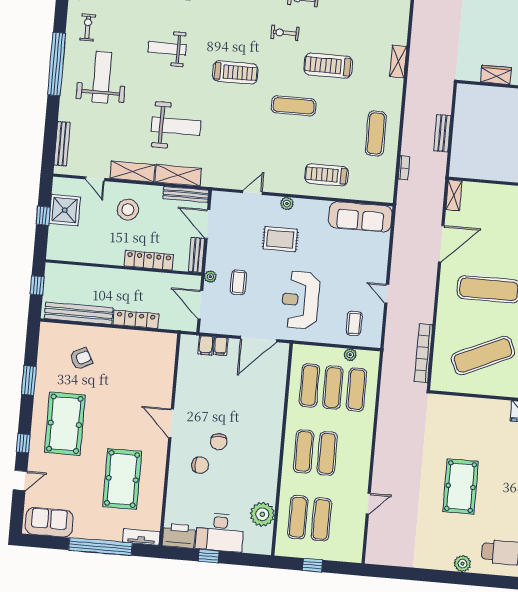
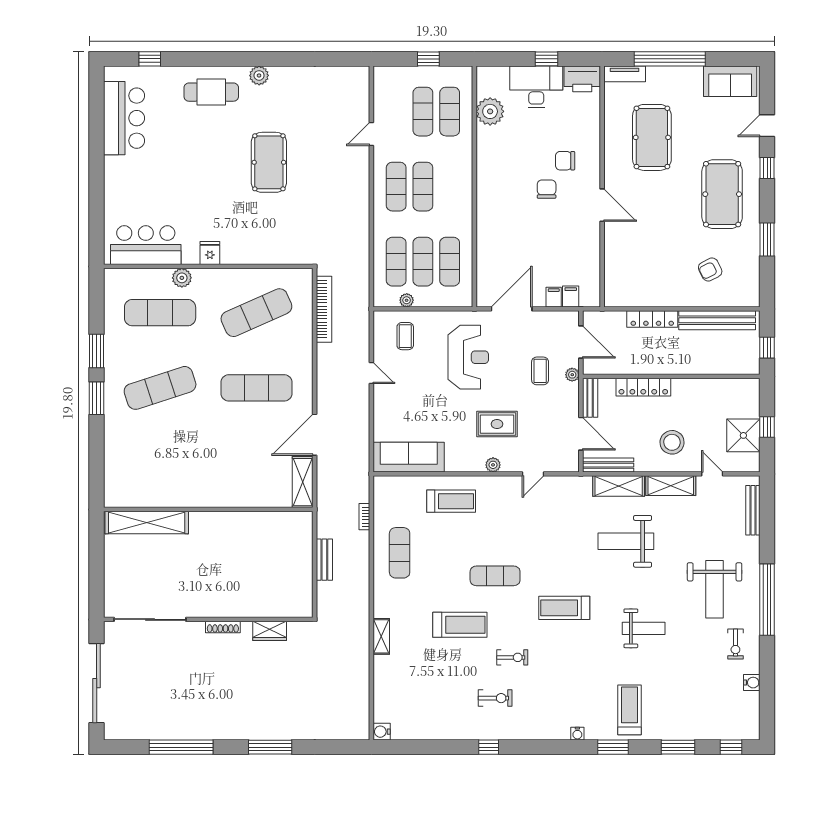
shelving: (454, 195) -> (303, 482), width x1.50, depth x1.33
exercise mat: (304, 451) -> (396, 187), moved

